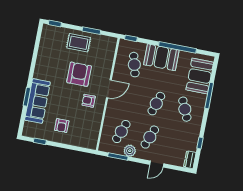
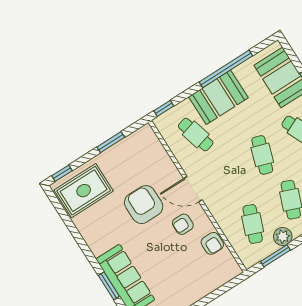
rug: (79, 43) -> (84, 191), moved, width x1.36, depth x1.43
door: (109, 89) -> (193, 189), swing flipped
armchair: (62, 126) -> (212, 243), moved

